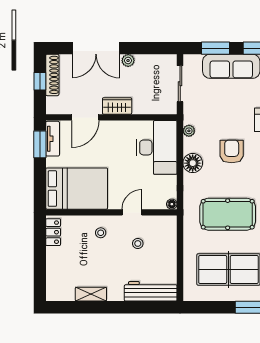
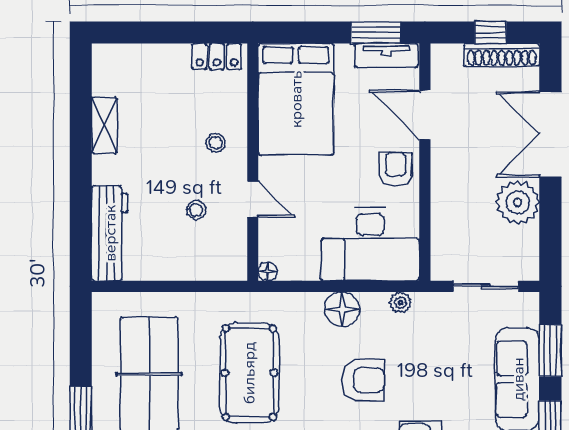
plant: (128, 61) -> (518, 202), width x1.88, depth x1.88
wardrobe: (117, 106) -> (446, 172), removed
armchair: (115, 133) -> (396, 169), added

